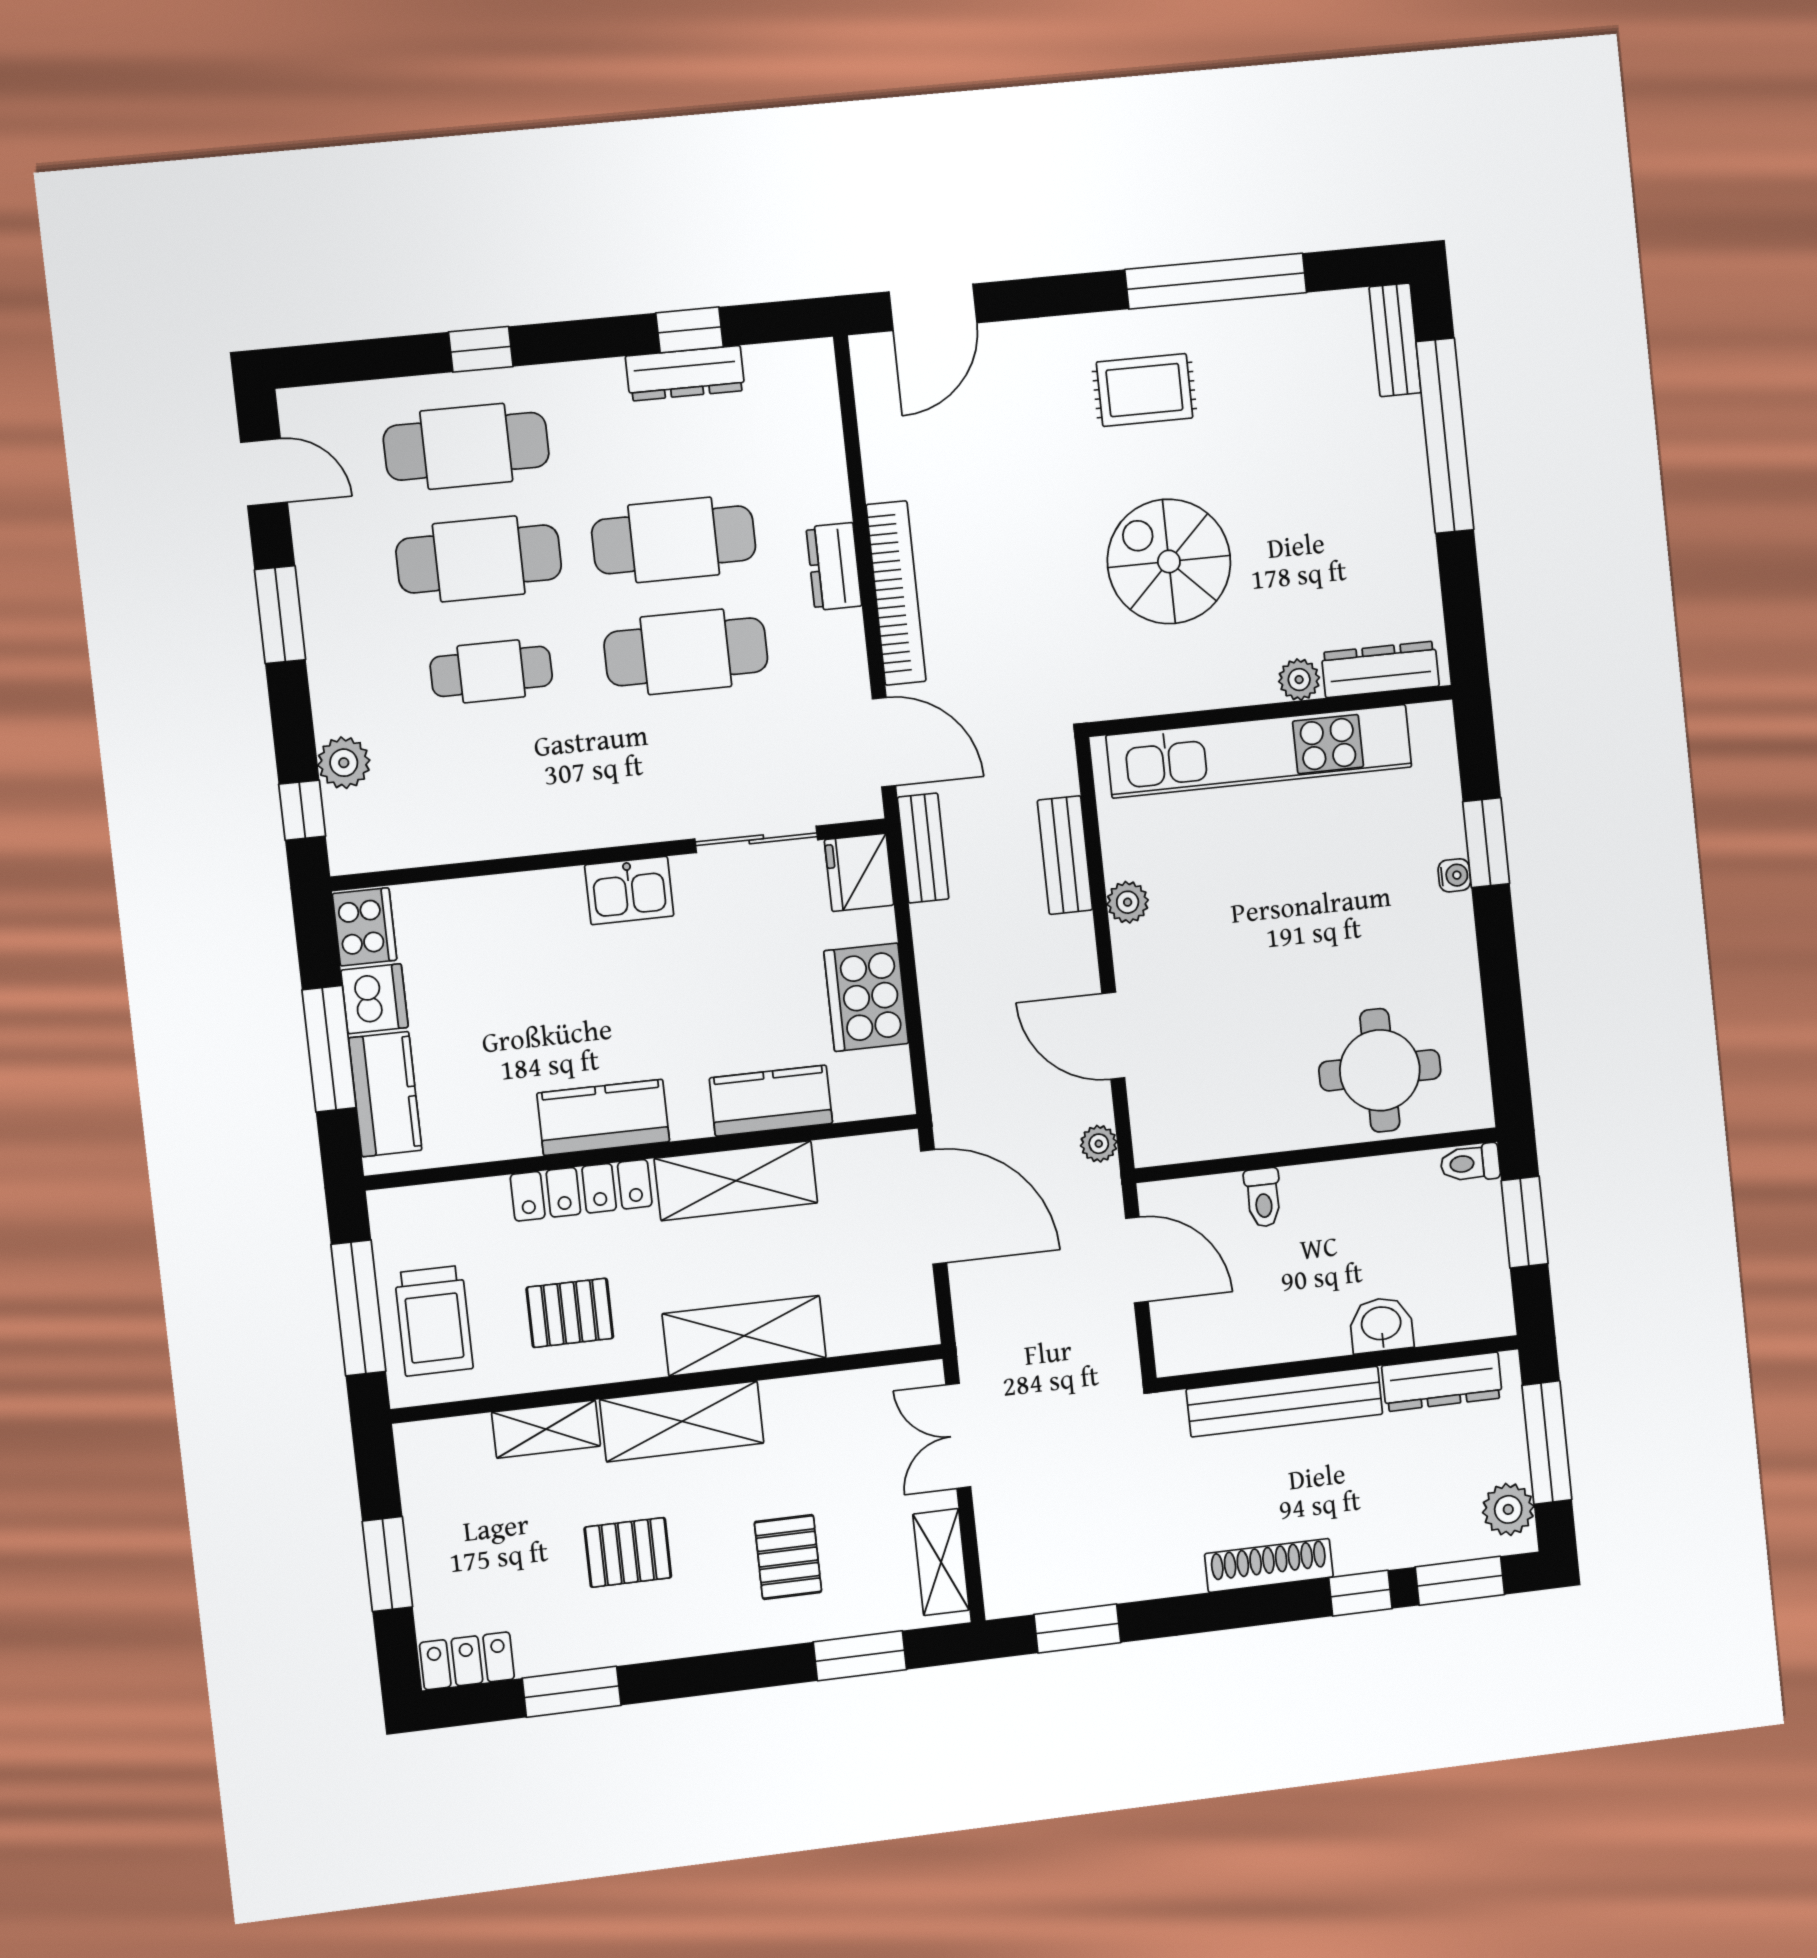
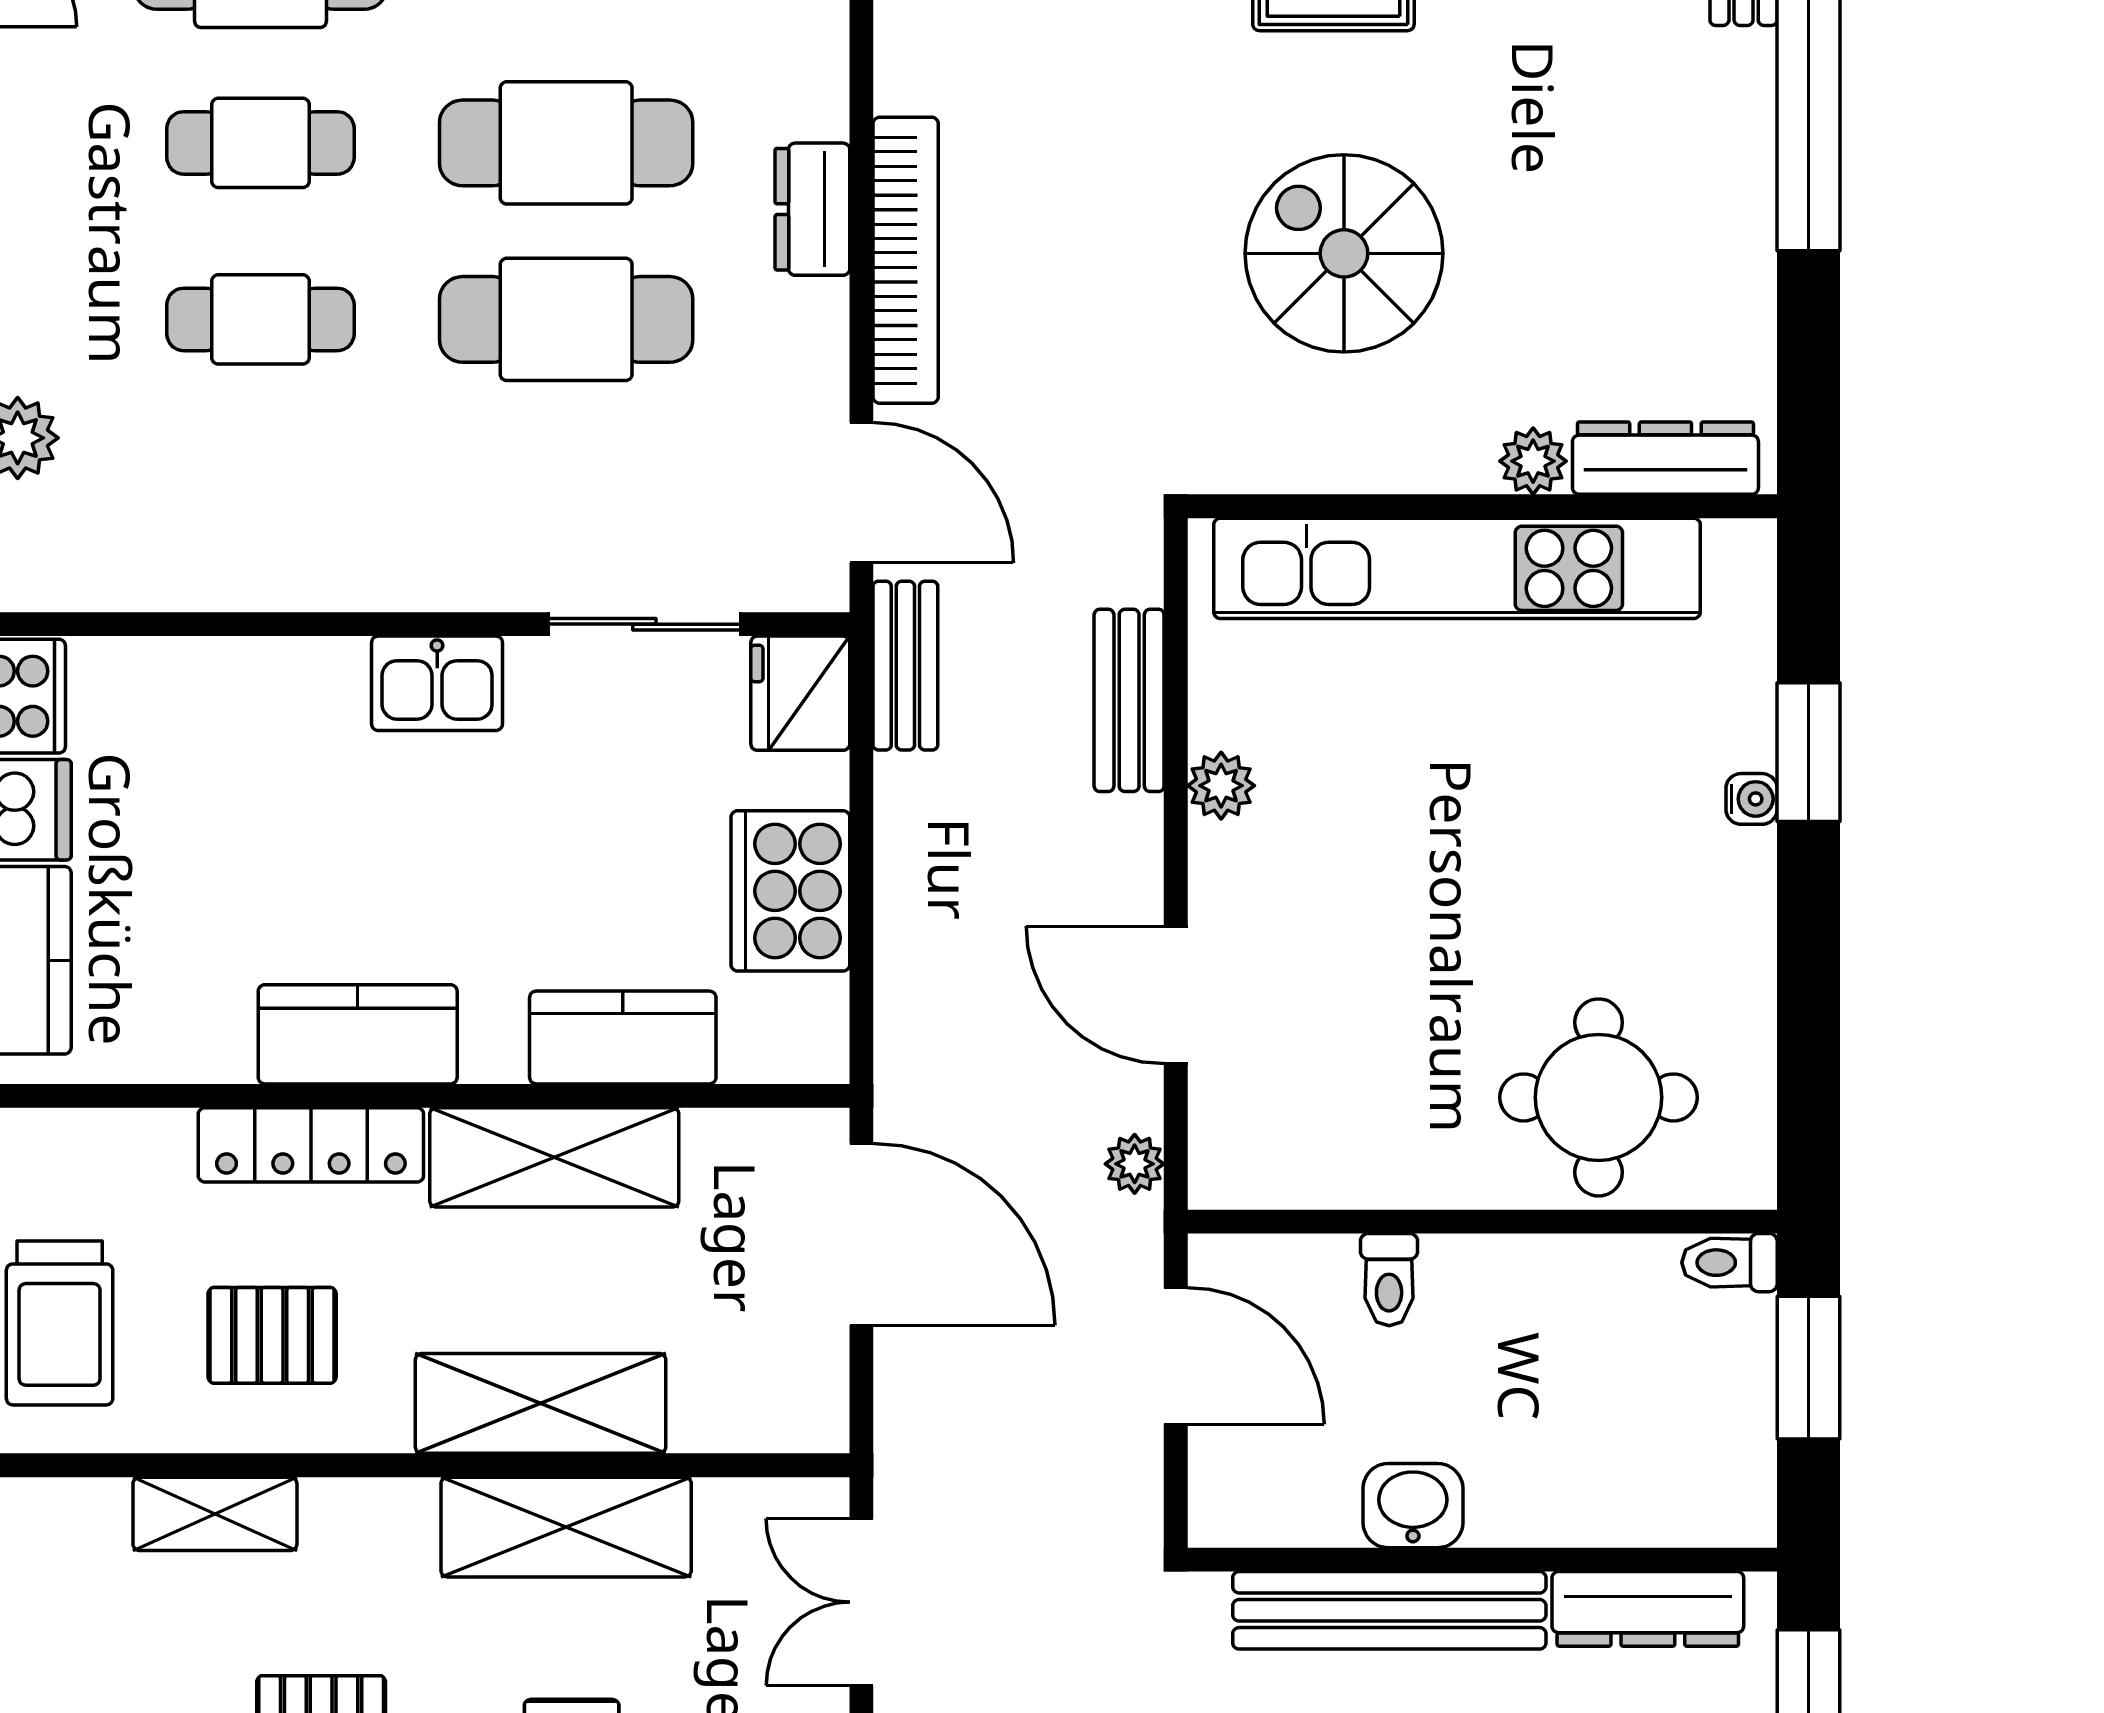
cafe table: (479, 559) -> (260, 143), width x0.73, depth x0.74
washbasin: (1381, 1325) -> (1413, 1506), moved
shelving: (682, 1421) -> (566, 1527), moved

